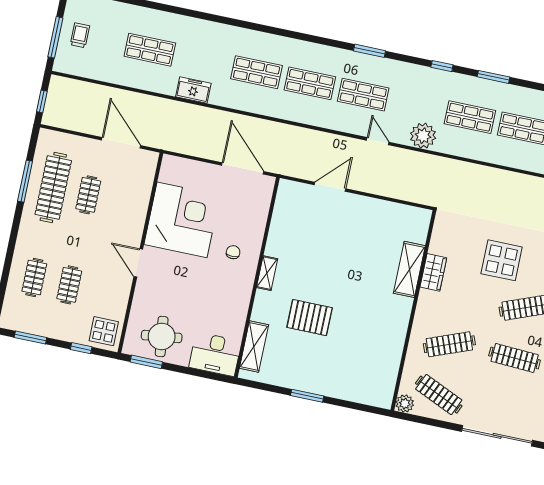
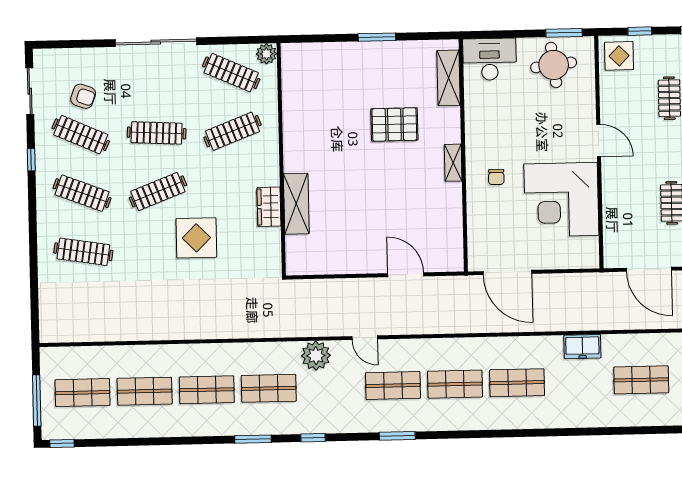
door: (330, 187) -> (406, 275), swing flipped

